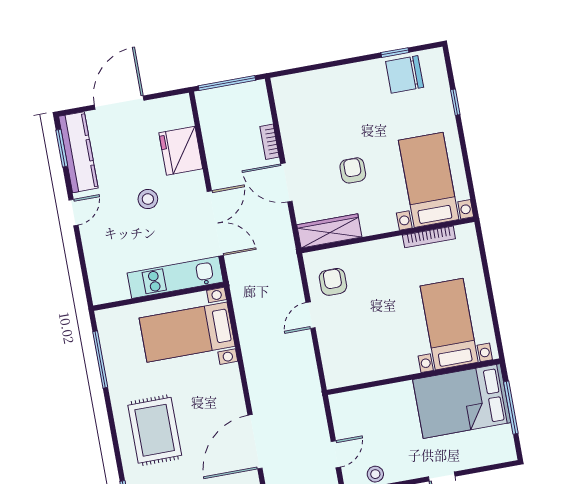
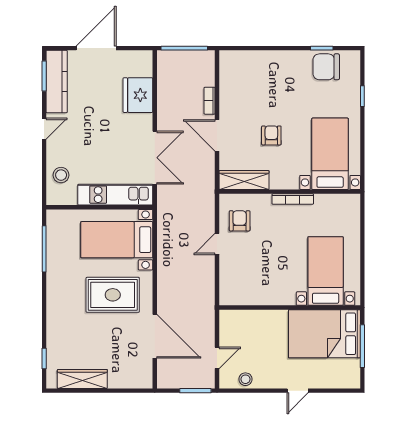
stool: (148, 199) -> (61, 175), moved
bookcase: (429, 237) -> (293, 199), moved
rug: (155, 430) -> (113, 295), moved, turned 90
door: (255, 442) -> (155, 336), swing flipped

